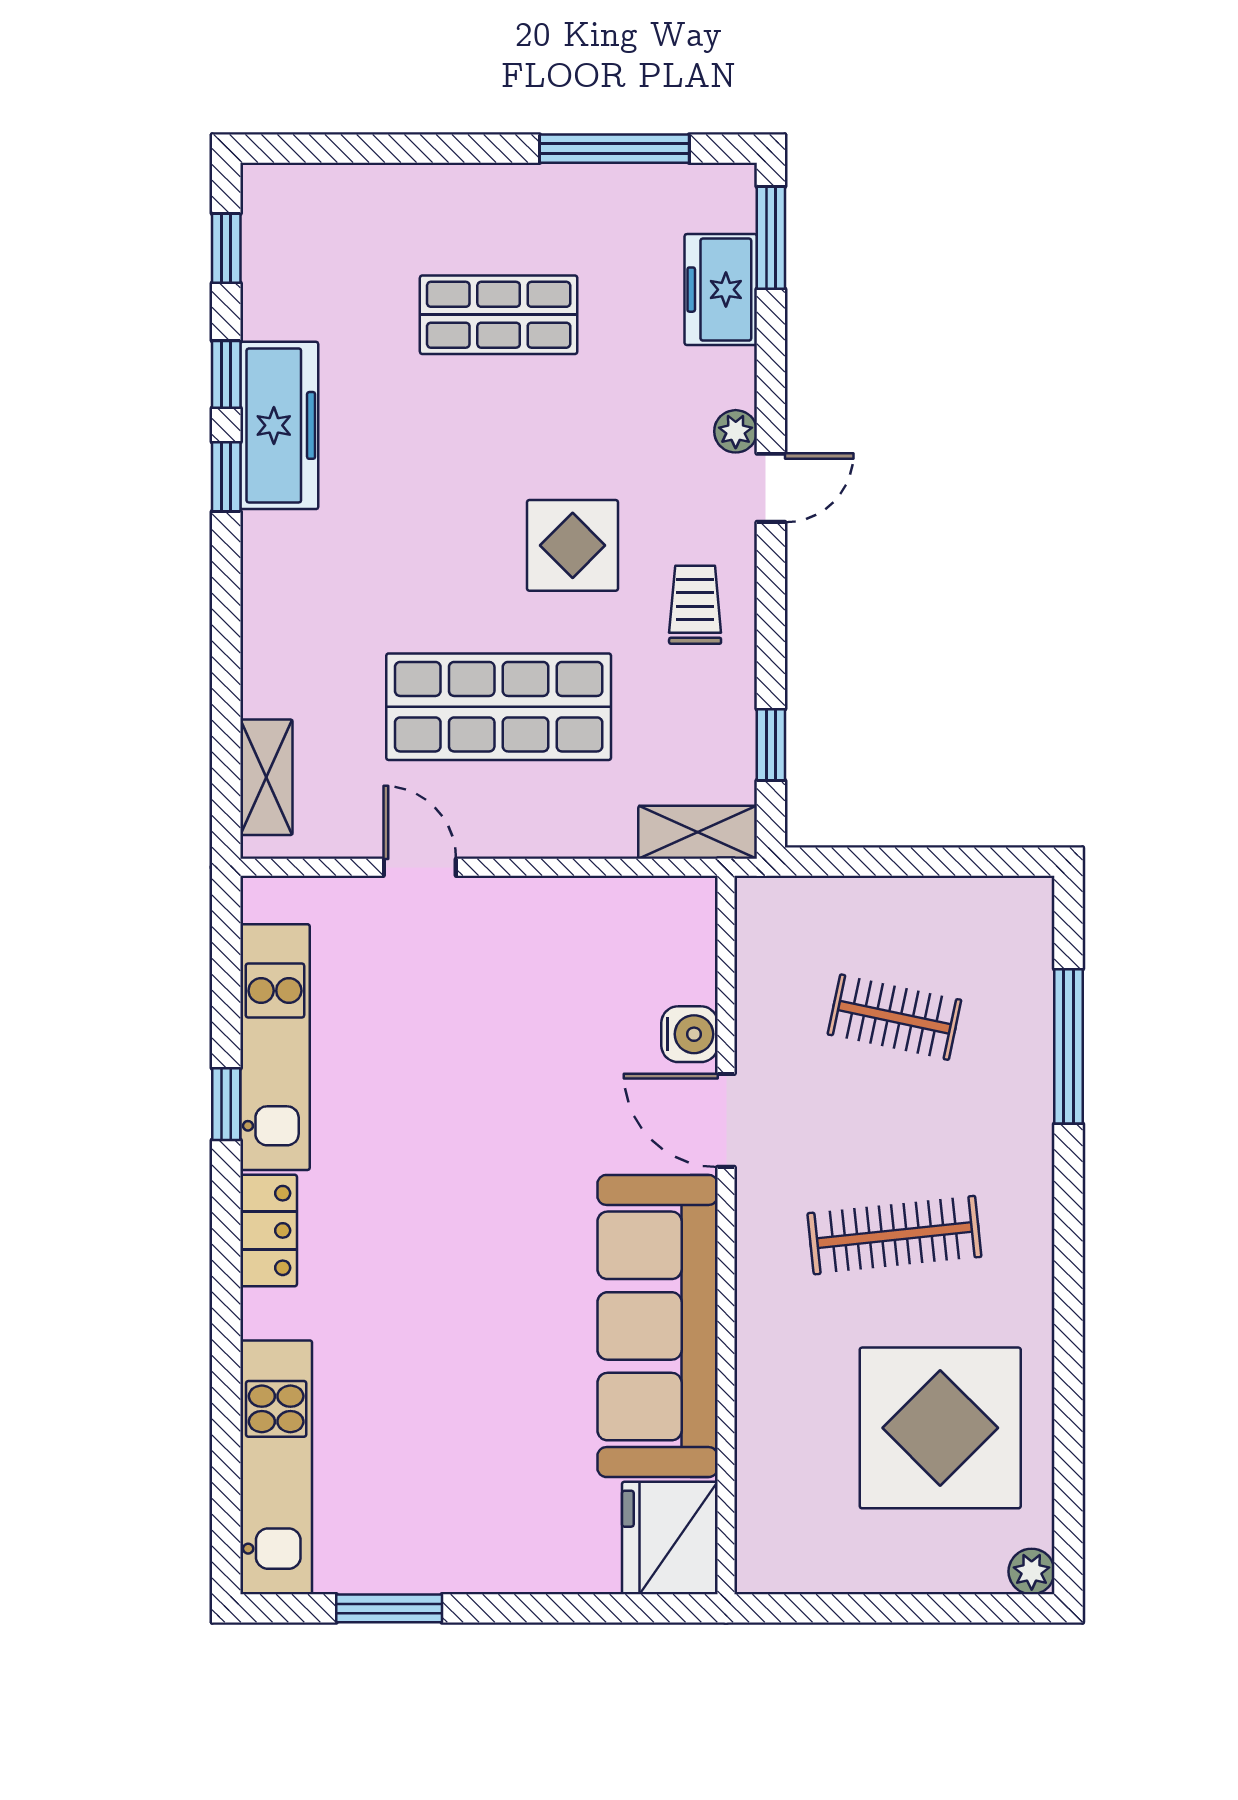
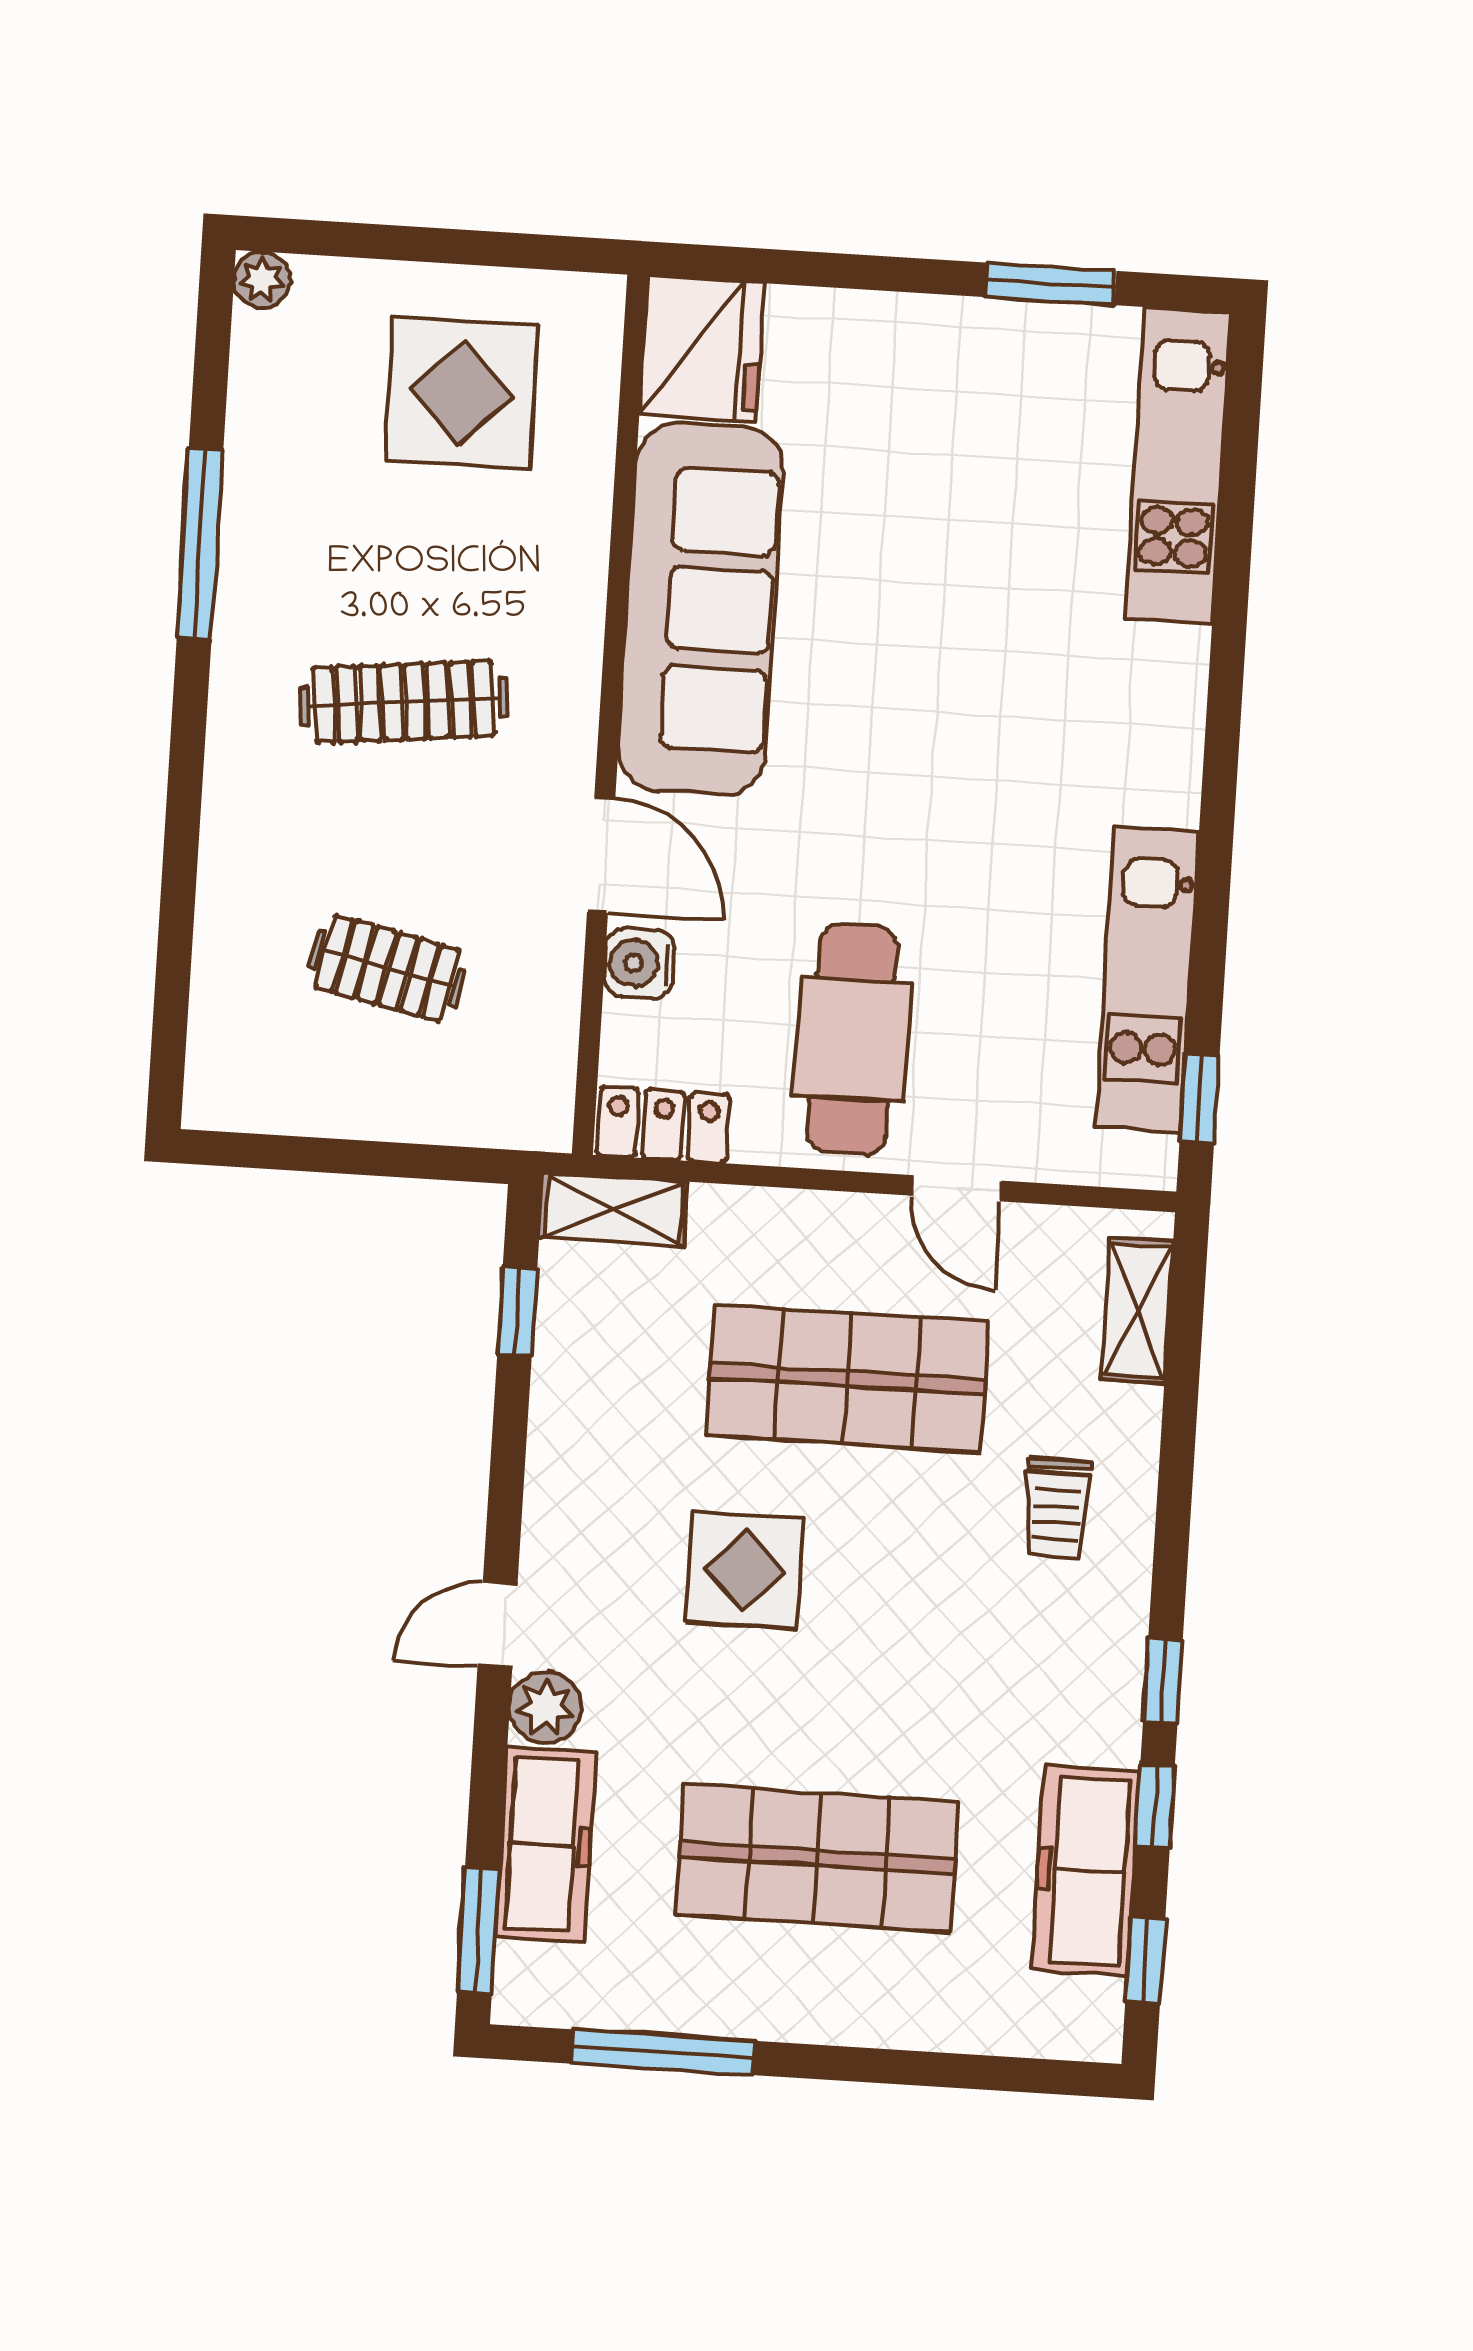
freezer: (721, 290) -> (545, 1845), width x1.40
shop shelf: (499, 315) -> (817, 1858), width x1.43, depth x1.36
freezer: (279, 425) -> (1086, 1871), moved
plant: (736, 431) -> (546, 1708), width x1.38, depth x1.38
trolley: (695, 605) -> (1057, 1507), moved
cafe table: (512, 983) -> (852, 1039), added
window: (1069, 1046) -> (200, 544), moved
window: (226, 1104) -> (1199, 1099), moved
locker: (269, 1230) -> (663, 1125), moved, turned 90
display table: (940, 1428) -> (462, 393), moved, width x0.73, depth x0.73

